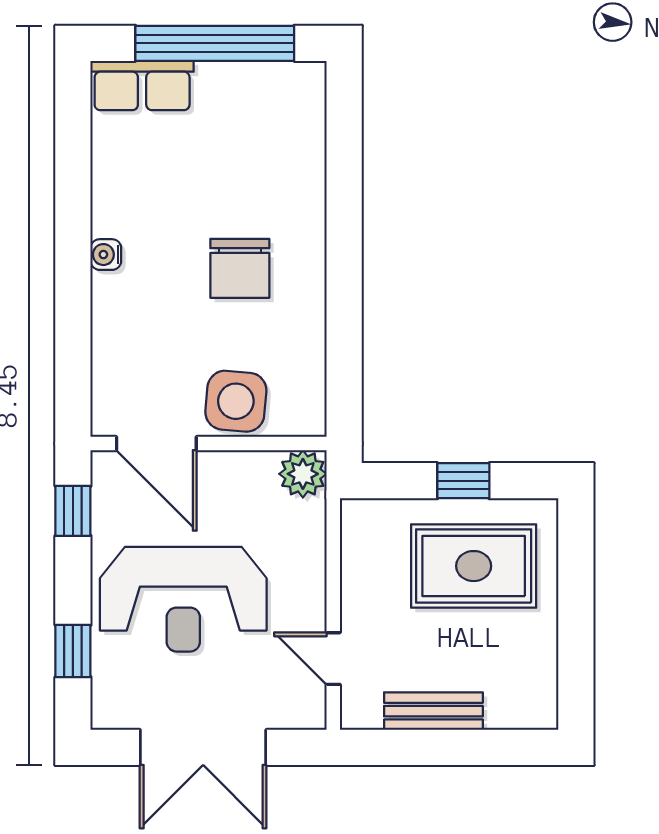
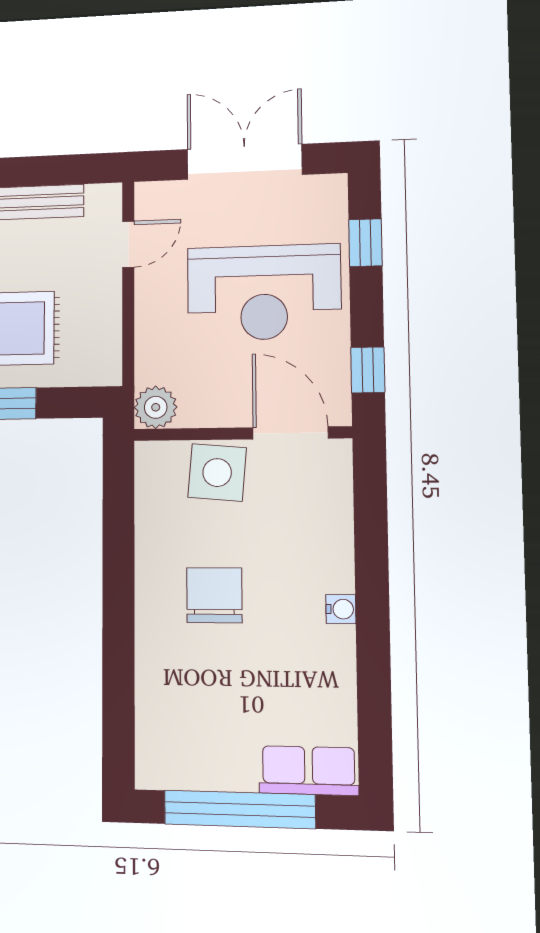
reception desk: (183, 599) -> (264, 292), turned 180
door: (333, 659) -> (128, 244), hinge flipped

